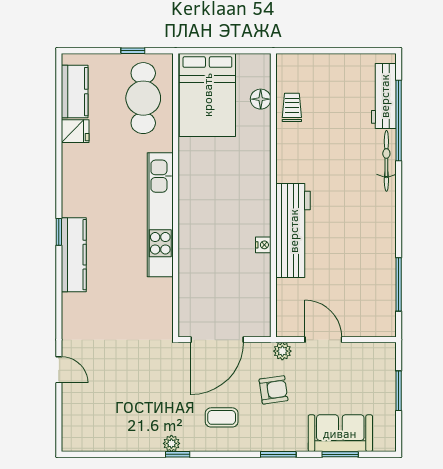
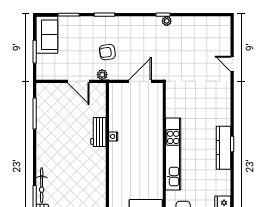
workbench: (293, 231) -> (98, 132), width x0.53, depth x0.76
kitchen counter: (74, 255) -> (224, 148), moved
door: (217, 340) -> (140, 81), width x0.73
coffee table: (222, 417) -> (138, 36), removed
sofa: (340, 433) -> (47, 35), moved, turned -90

